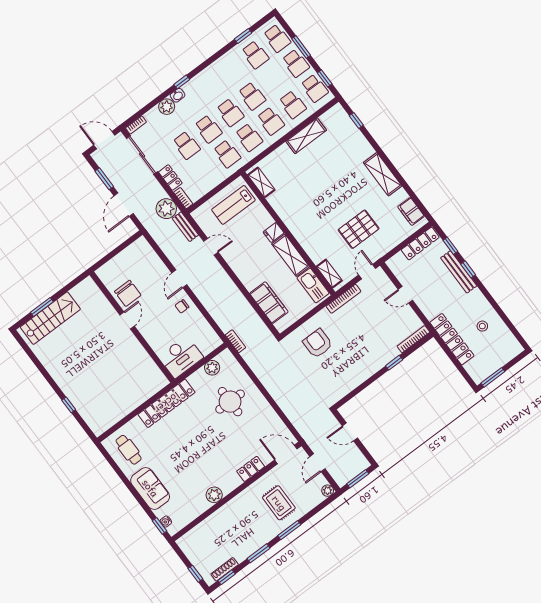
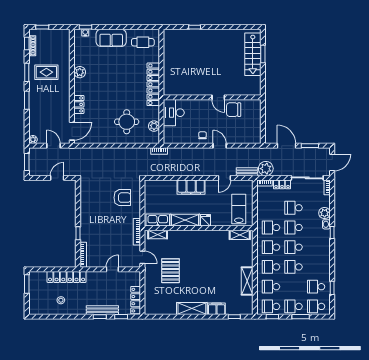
filing cabinet: (411, 211) -> (217, 309), moved
filing cabinet: (269, 303) -> (191, 187), moved
rug: (279, 503) -> (46, 72), moved

